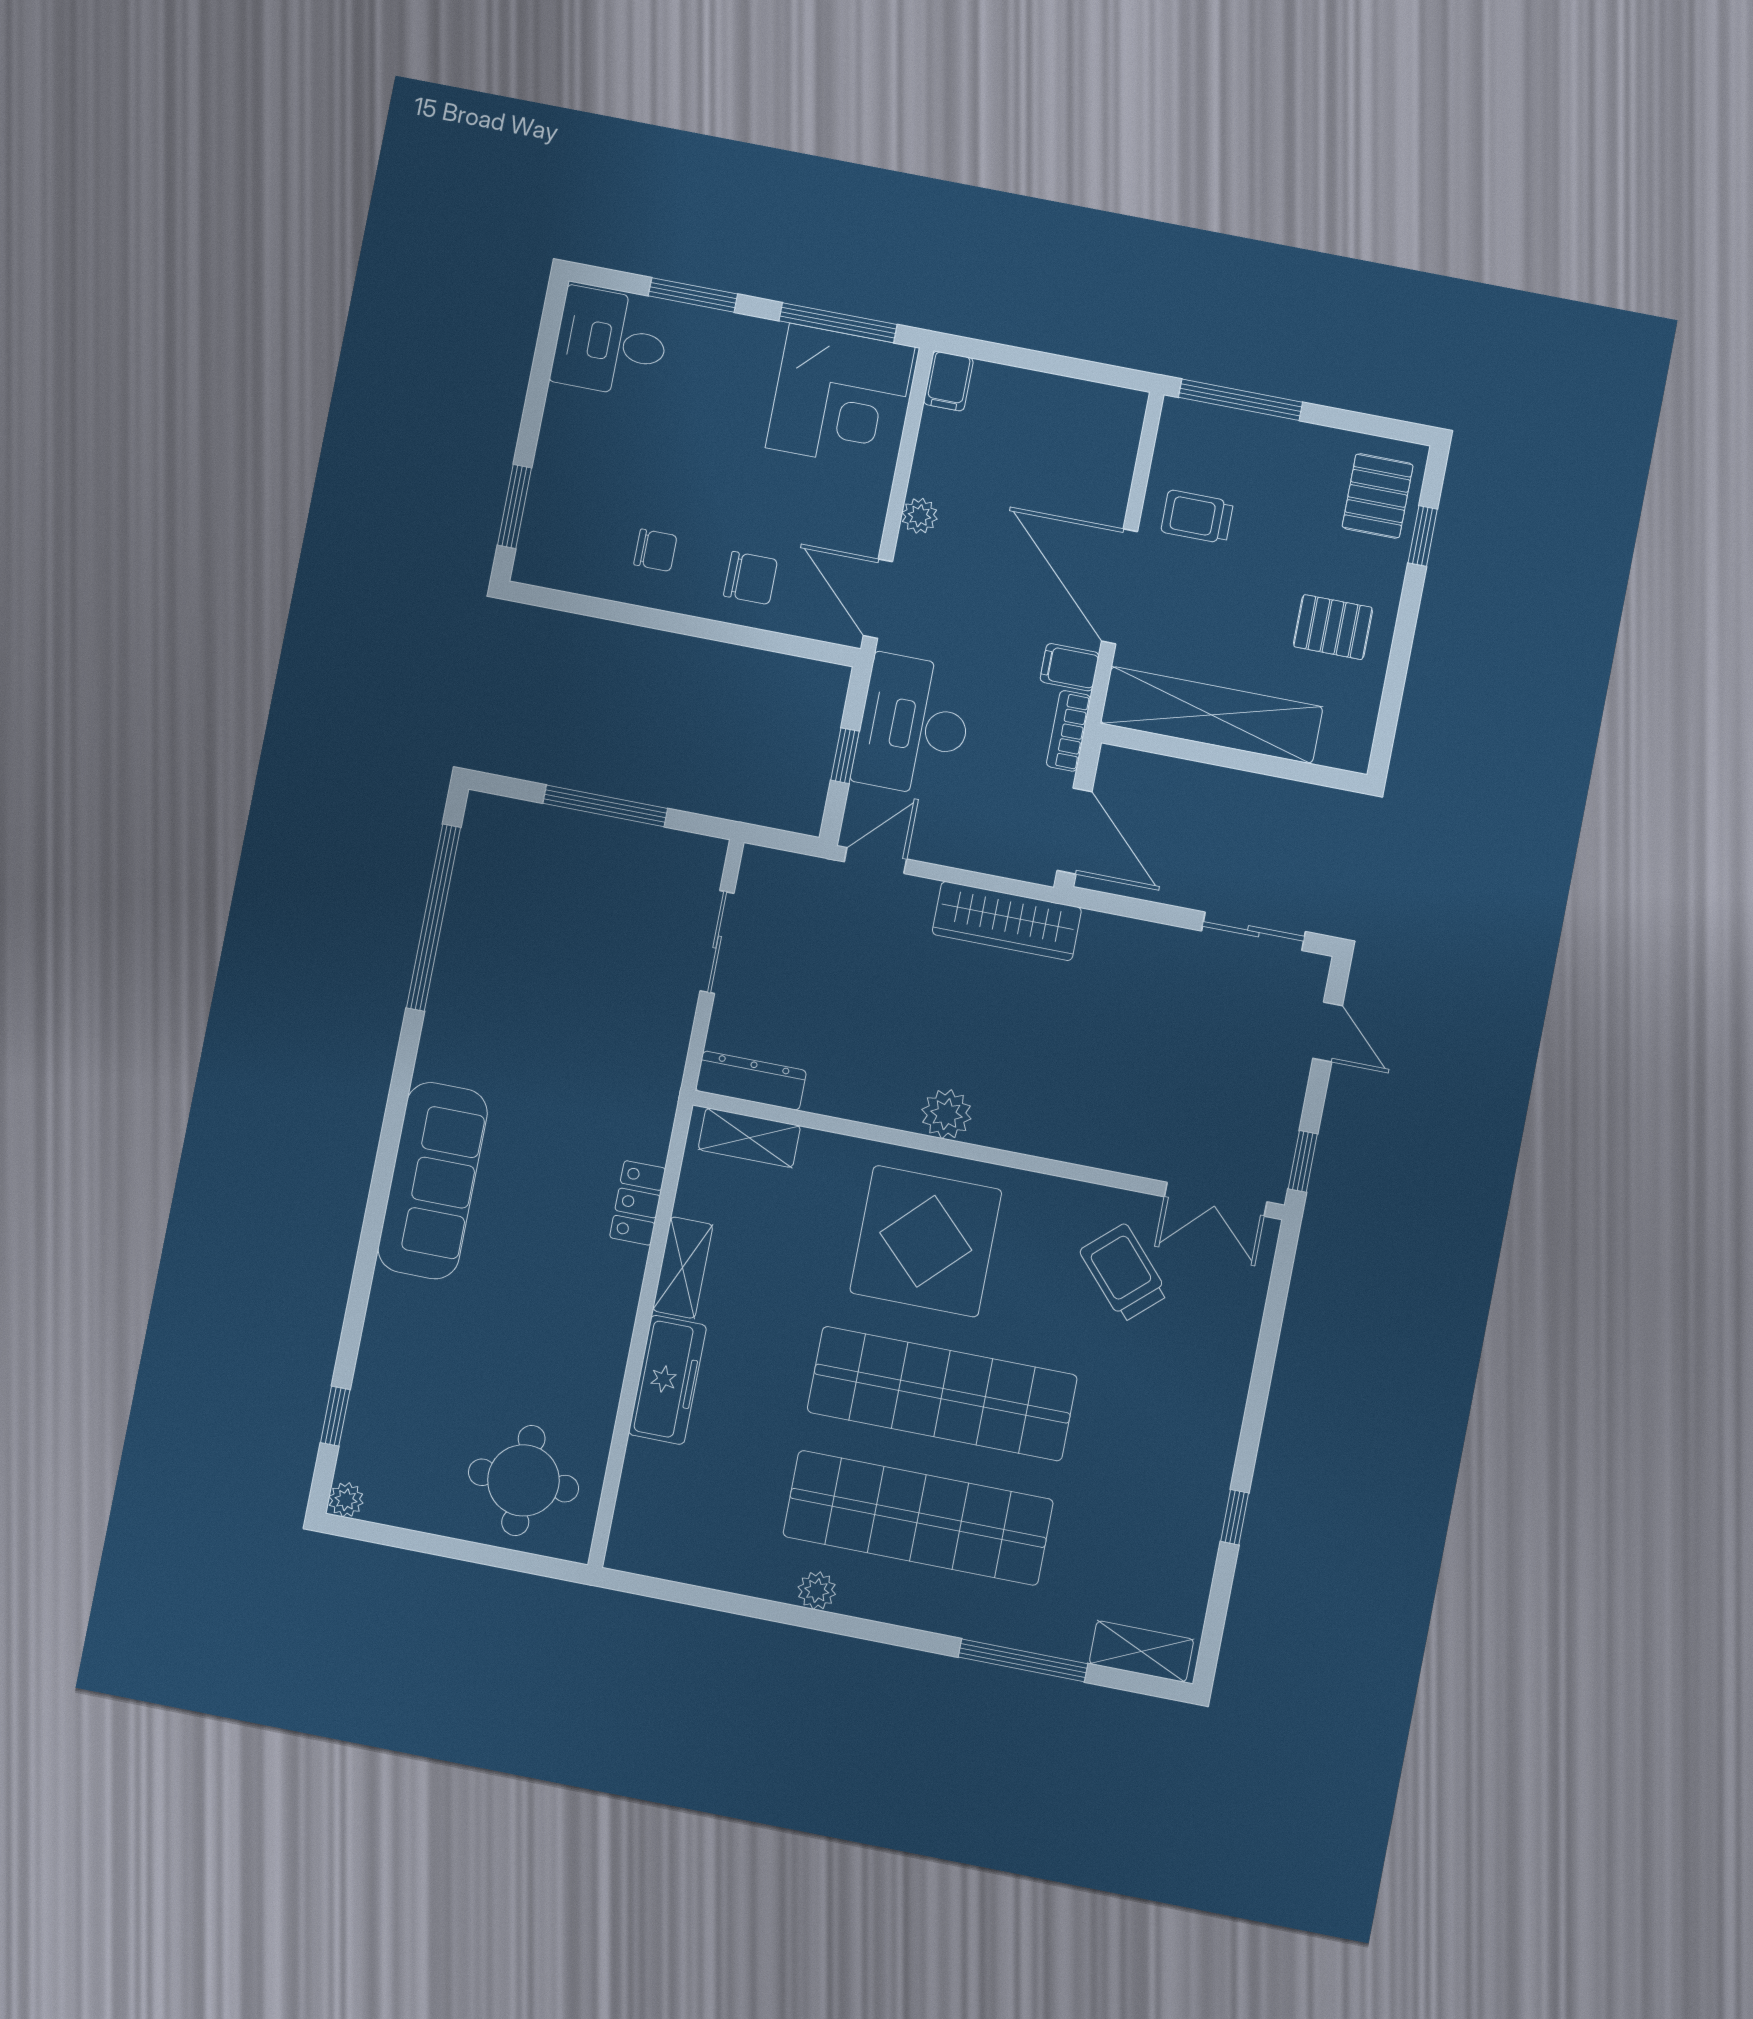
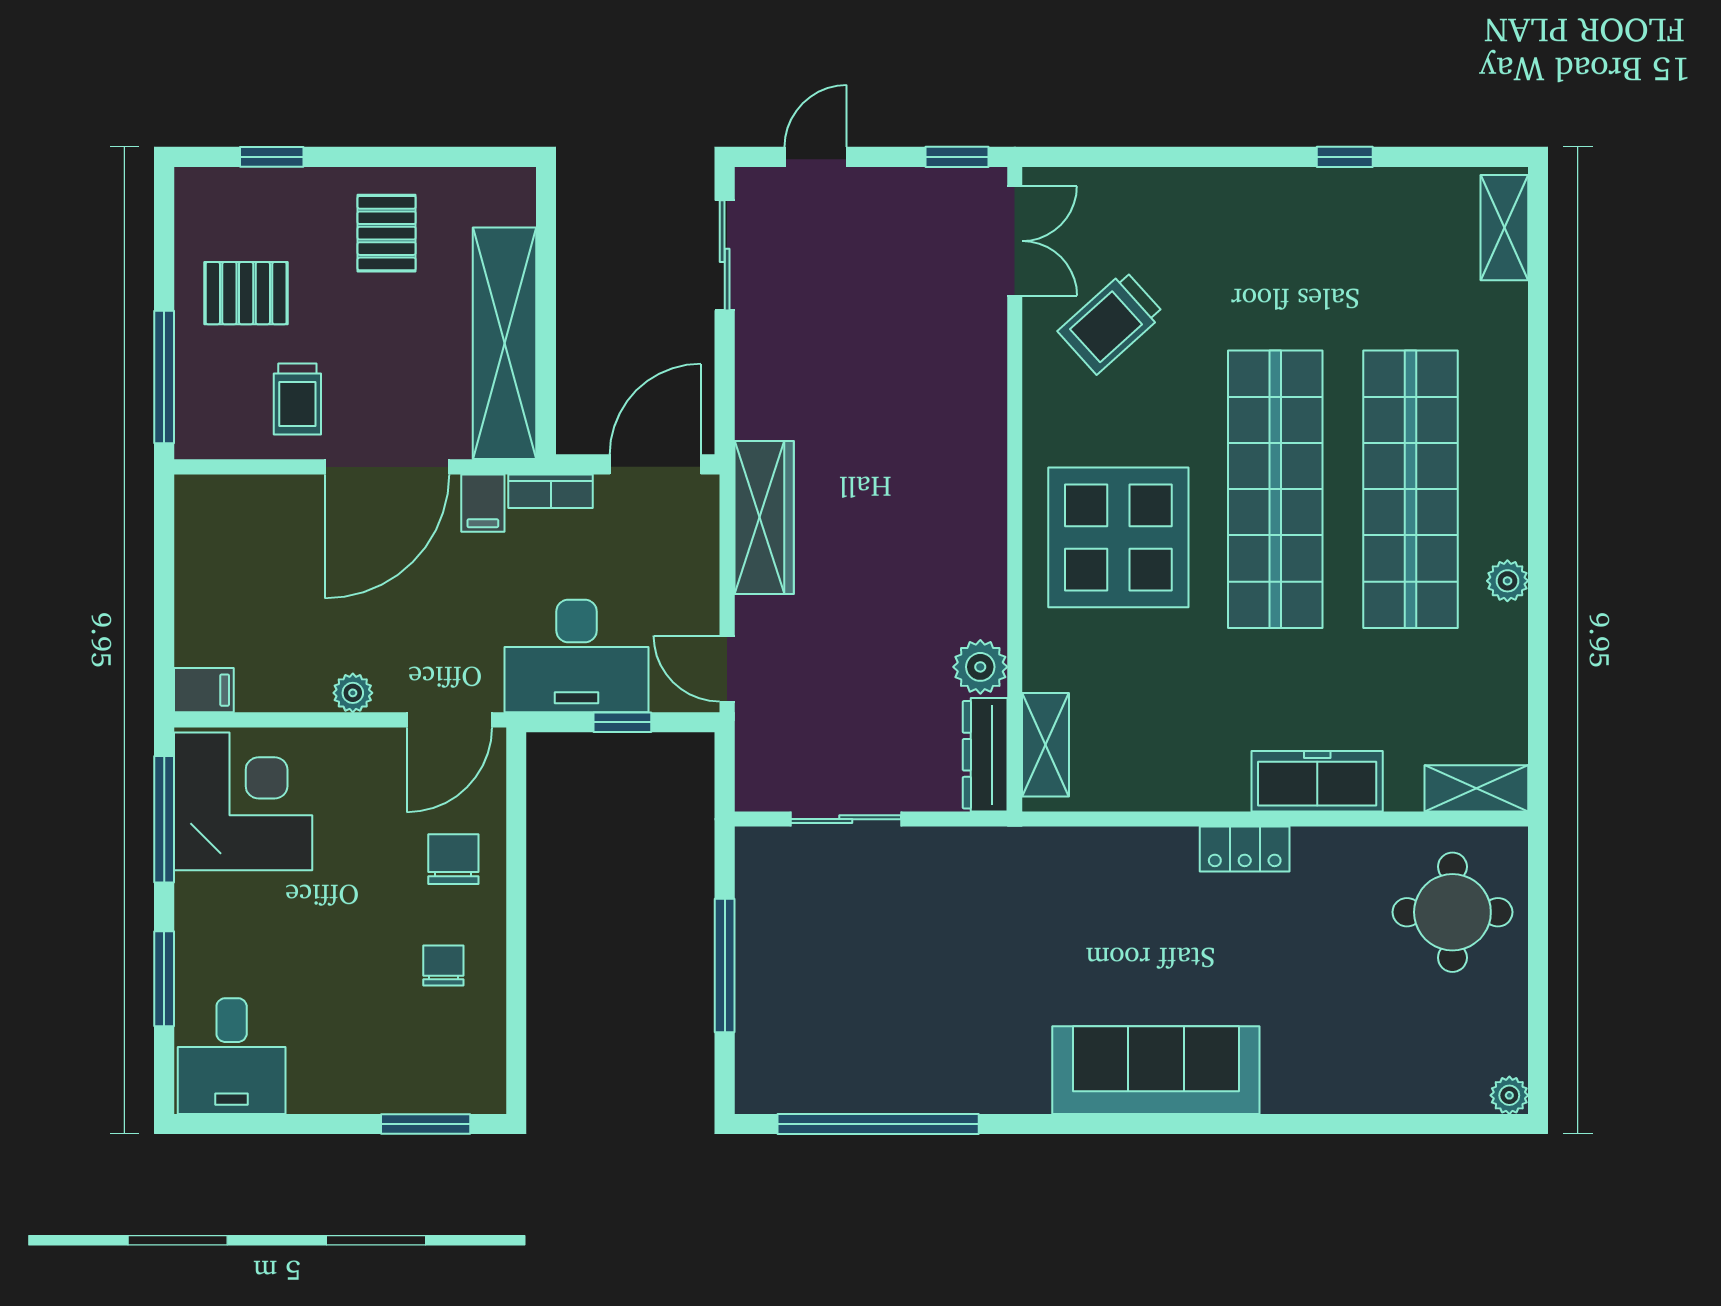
pallet: (1378, 496) -> (246, 293), moved
plant: (946, 1114) -> (980, 667), moved
locker: (638, 1203) -> (1245, 849), moved
shelving: (683, 1268) -> (1476, 788), moved
window: (335, 1416) -> (1424, 1124), removed
window: (1023, 1660) -> (1538, 350), removed

